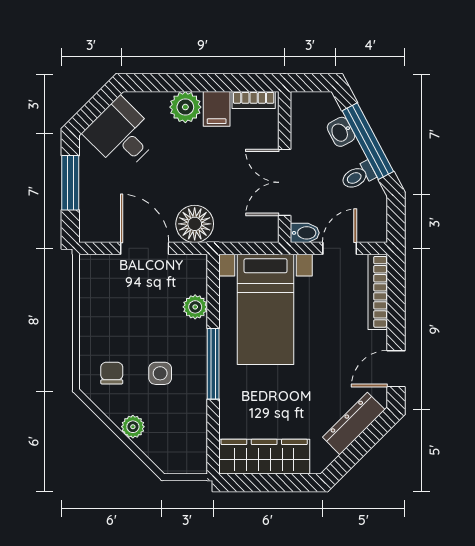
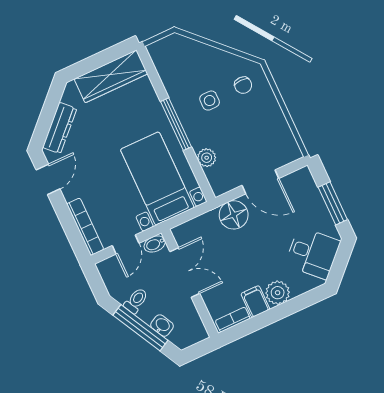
plant: (133, 427) -> (211, 55), removed

